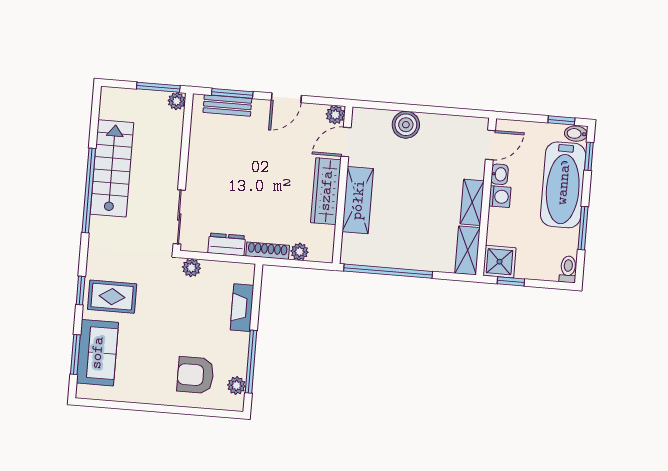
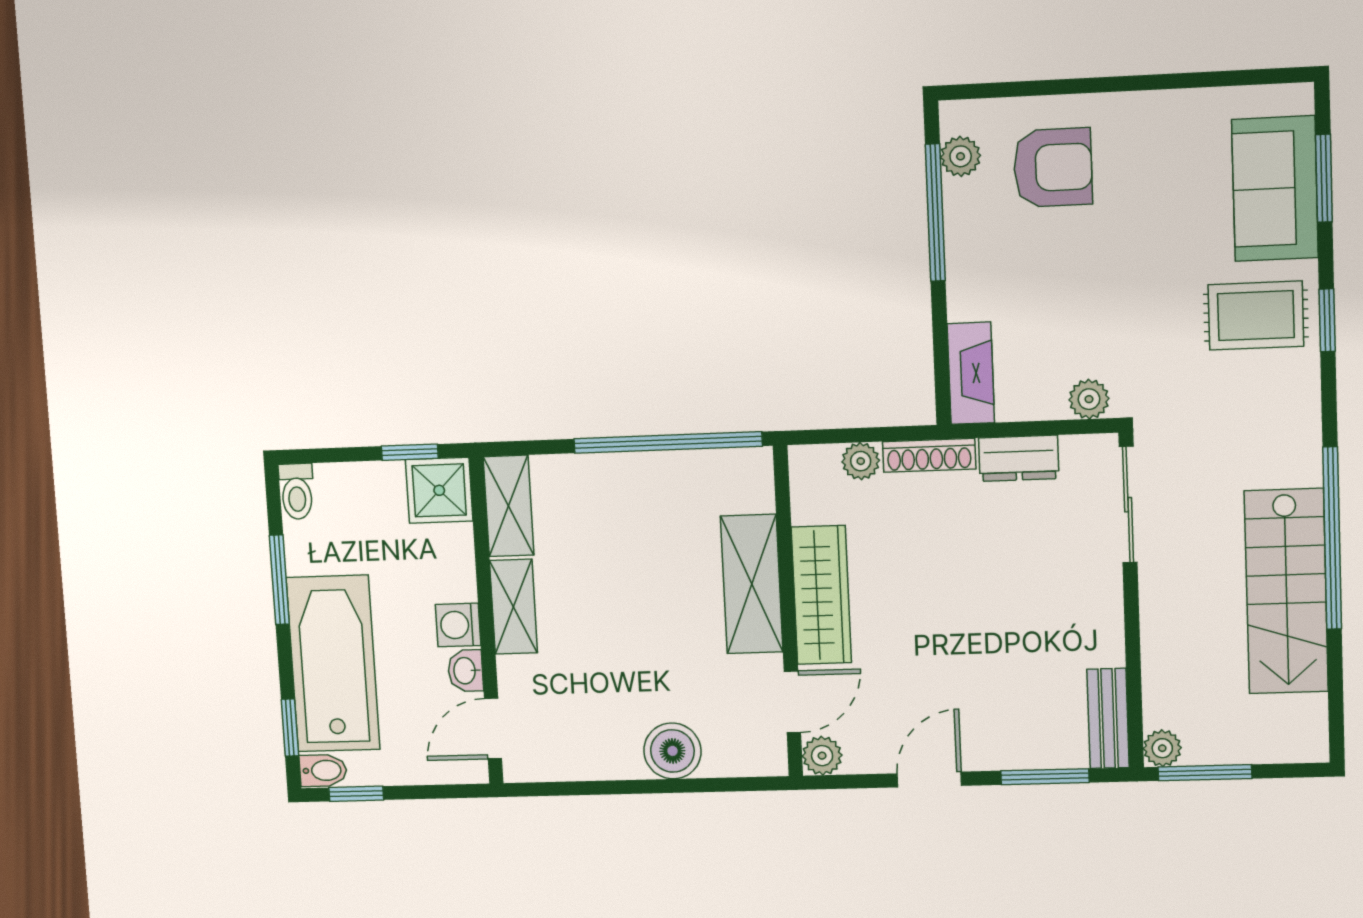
bench: (227, 105) -> (1108, 718), moved, turned 90
fireplace: (242, 308) -> (971, 373), moved

